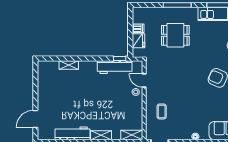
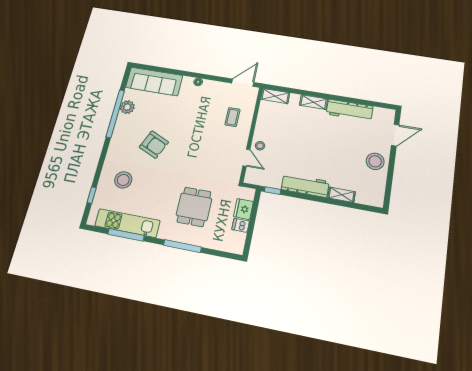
dining table: (175, 35) -> (194, 207), turned 90
workbench: (115, 67) -> (305, 185), moved
stool: (48, 95) -> (375, 161), added

